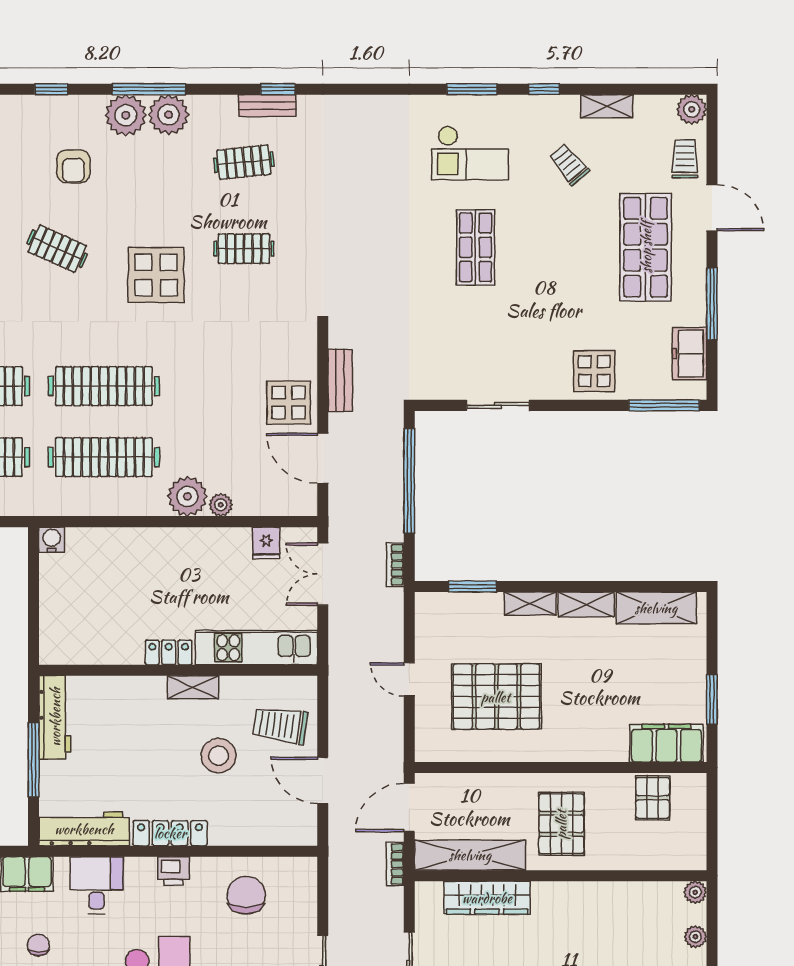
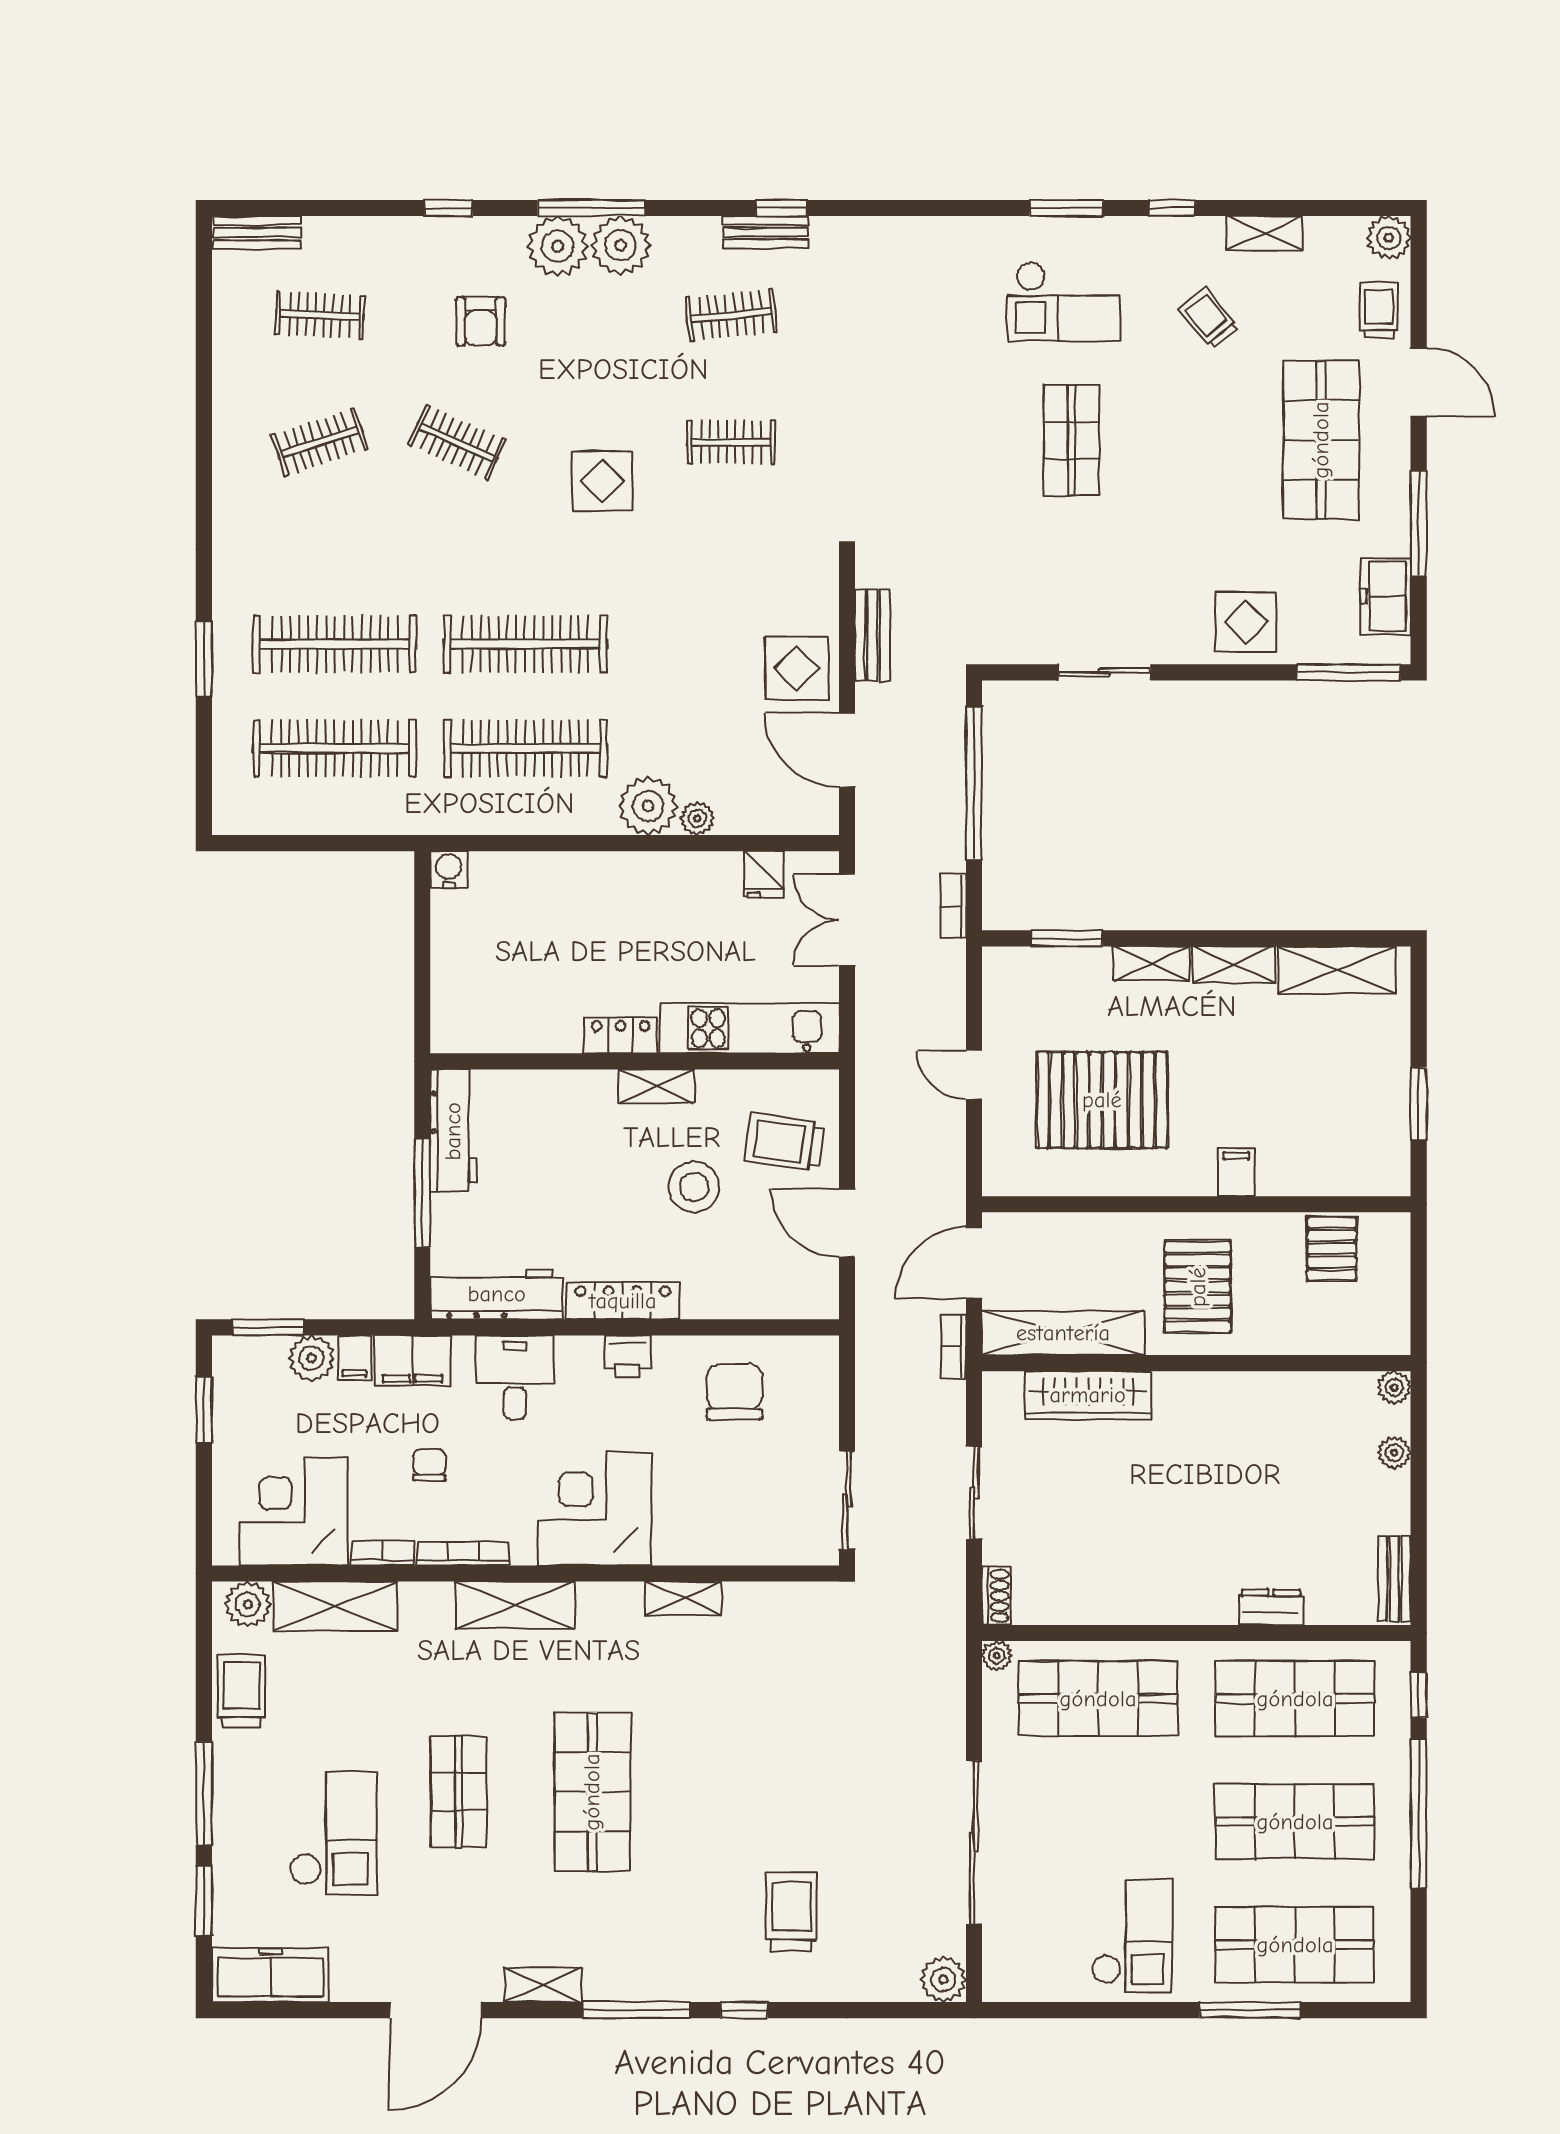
display table: (156, 275) -> (602, 481), width x0.73, depth x0.73
filing cabinet: (666, 743) -> (1237, 1172), moved, width x0.33, depth x0.86

